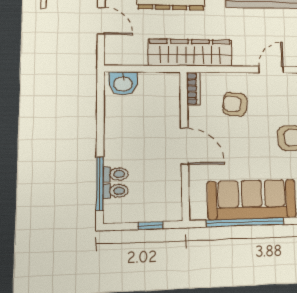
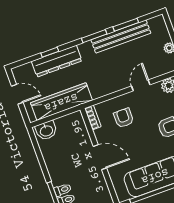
wardrobe: (190, 53) -> (61, 102), moved
armchair: (235, 104) -> (124, 118), turned 84

